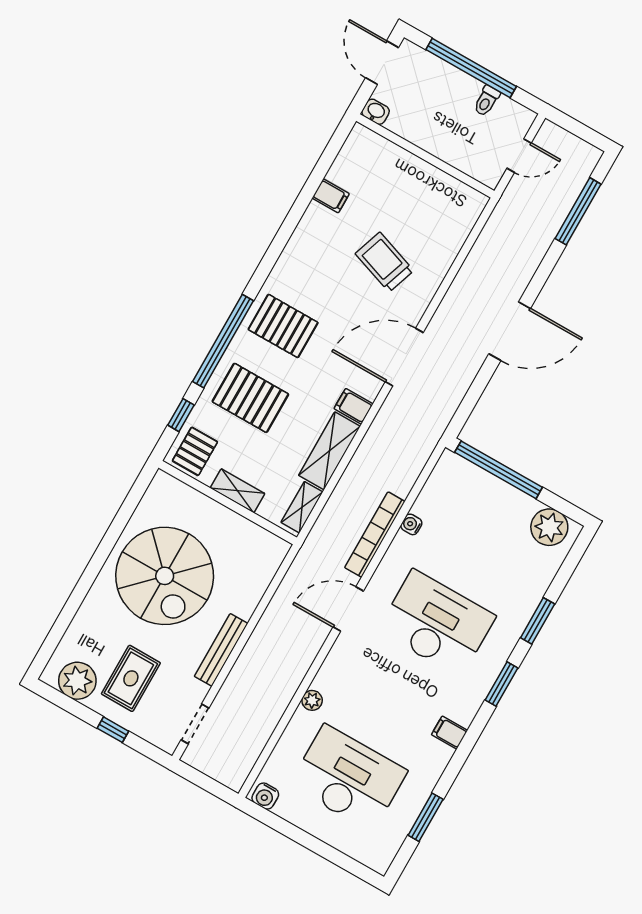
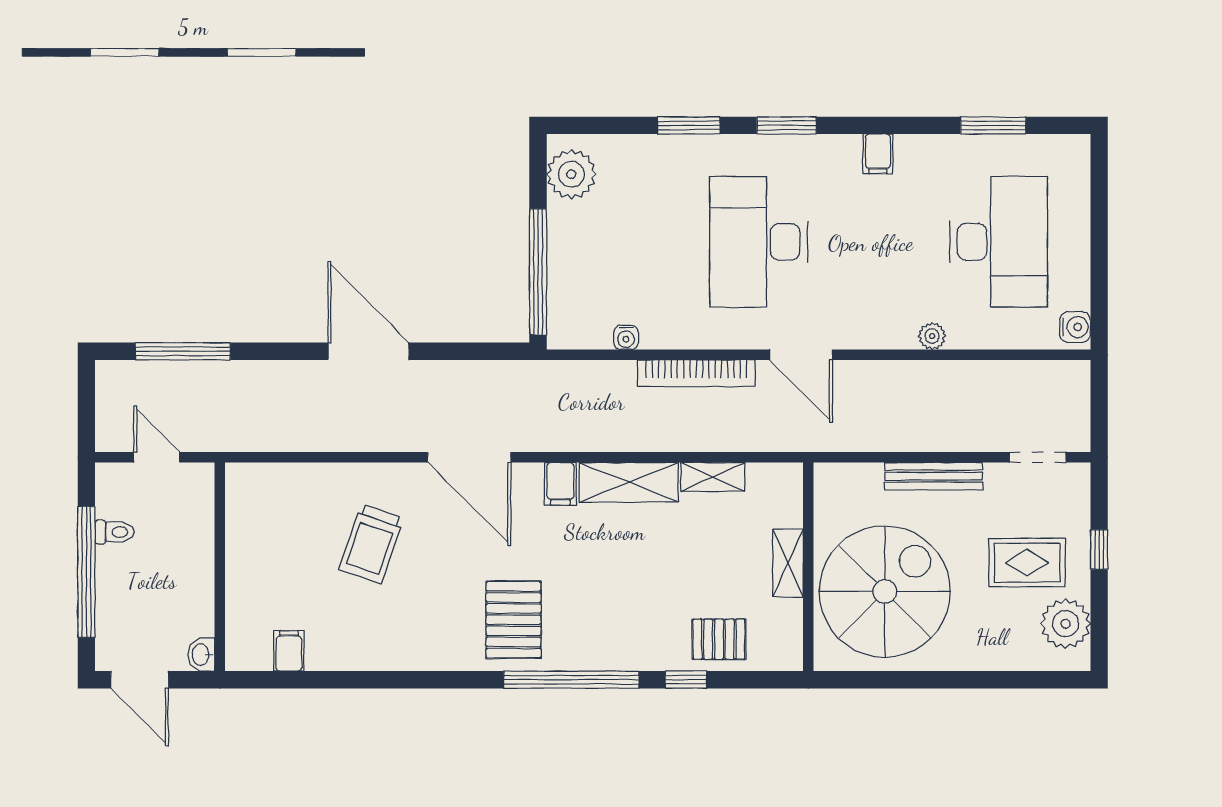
door: (382, 63) -> (140, 680), hinge flipped
filing cabinet: (331, 196) -> (289, 651), moved
pallet: (250, 398) -> (619, 610), removed
shelving: (238, 491) -> (788, 563), moved
wall: (228, 503) -> (808, 567), moved
water cooler: (411, 524) -> (626, 337), moved
desk: (348, 778) -> (999, 242), turned 180

